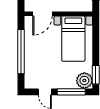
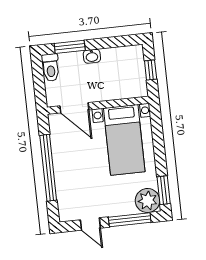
door: (43, 14) -> (74, 108), hinge flipped

